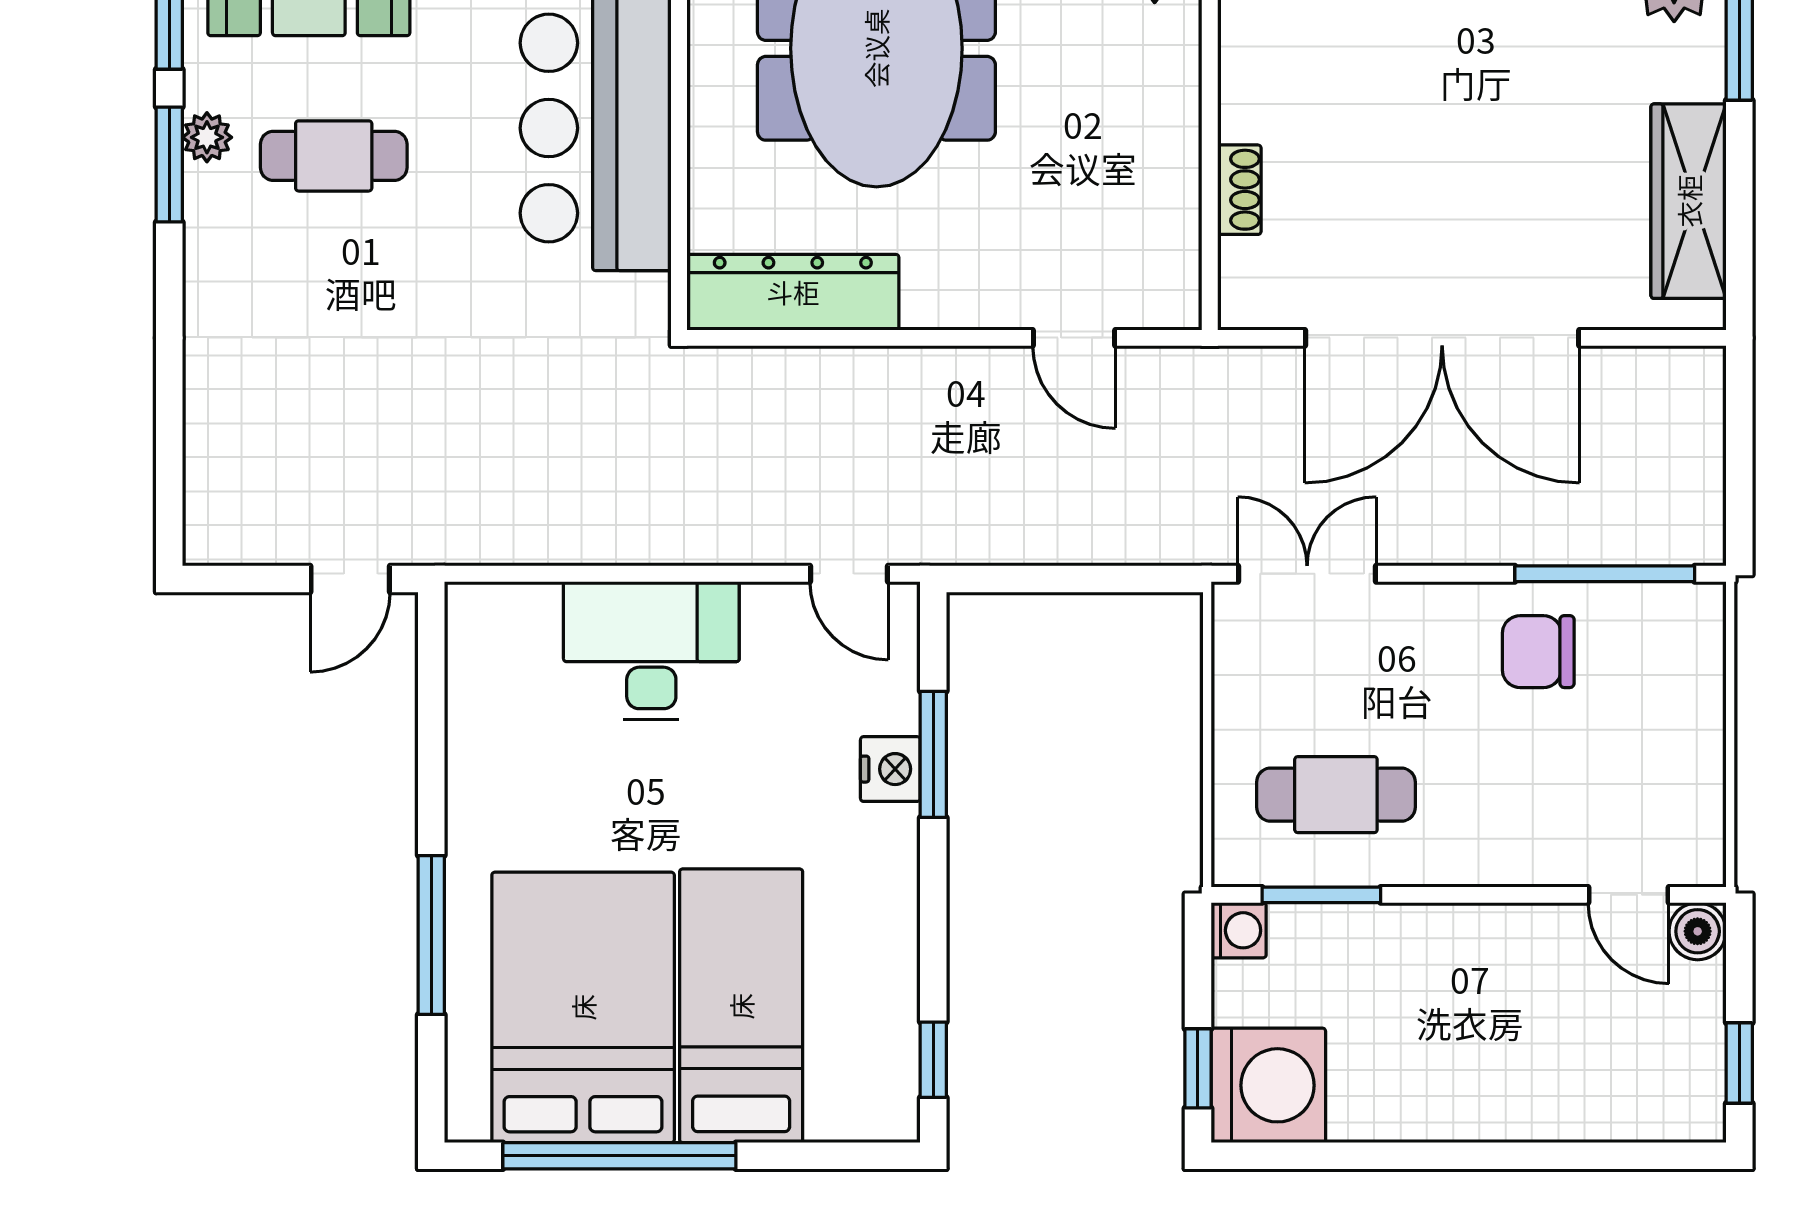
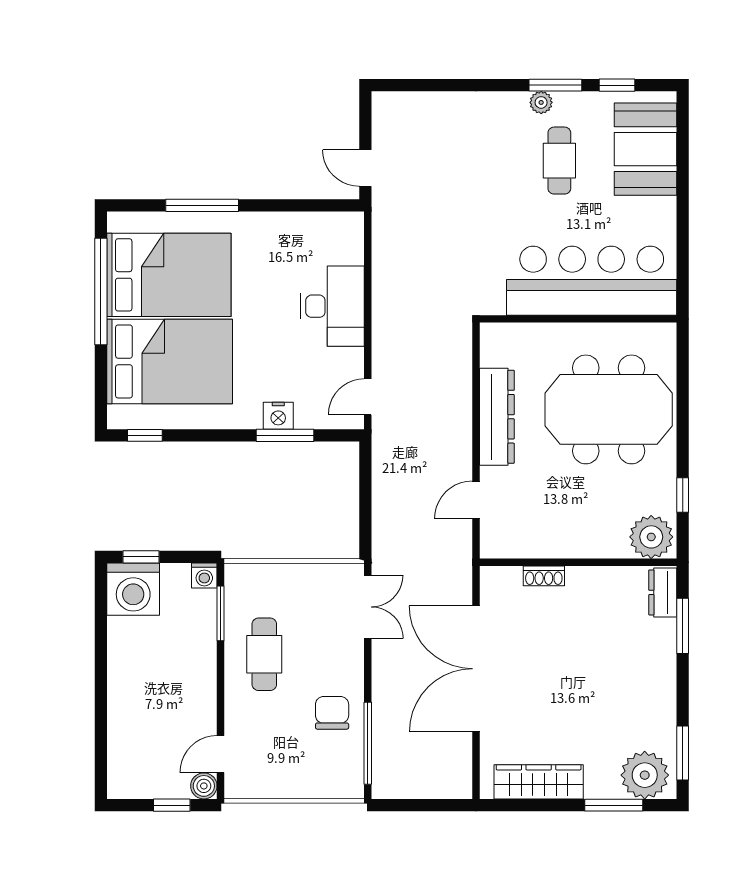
plant: (207, 137) -> (541, 102), moved
dresser: (793, 292) -> (497, 417), moved
cafe table: (1336, 795) -> (264, 654), moved
bed: (741, 1006) -> (170, 361), width x1.50
window: (1739, 1063) -> (172, 805), moved

